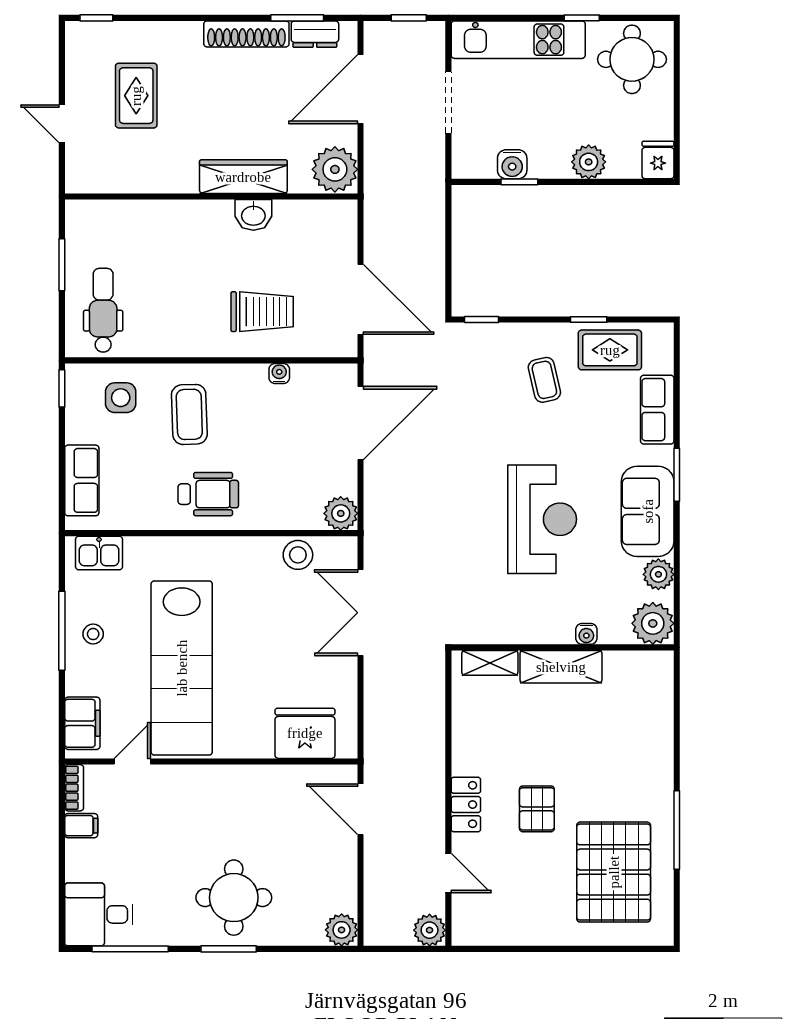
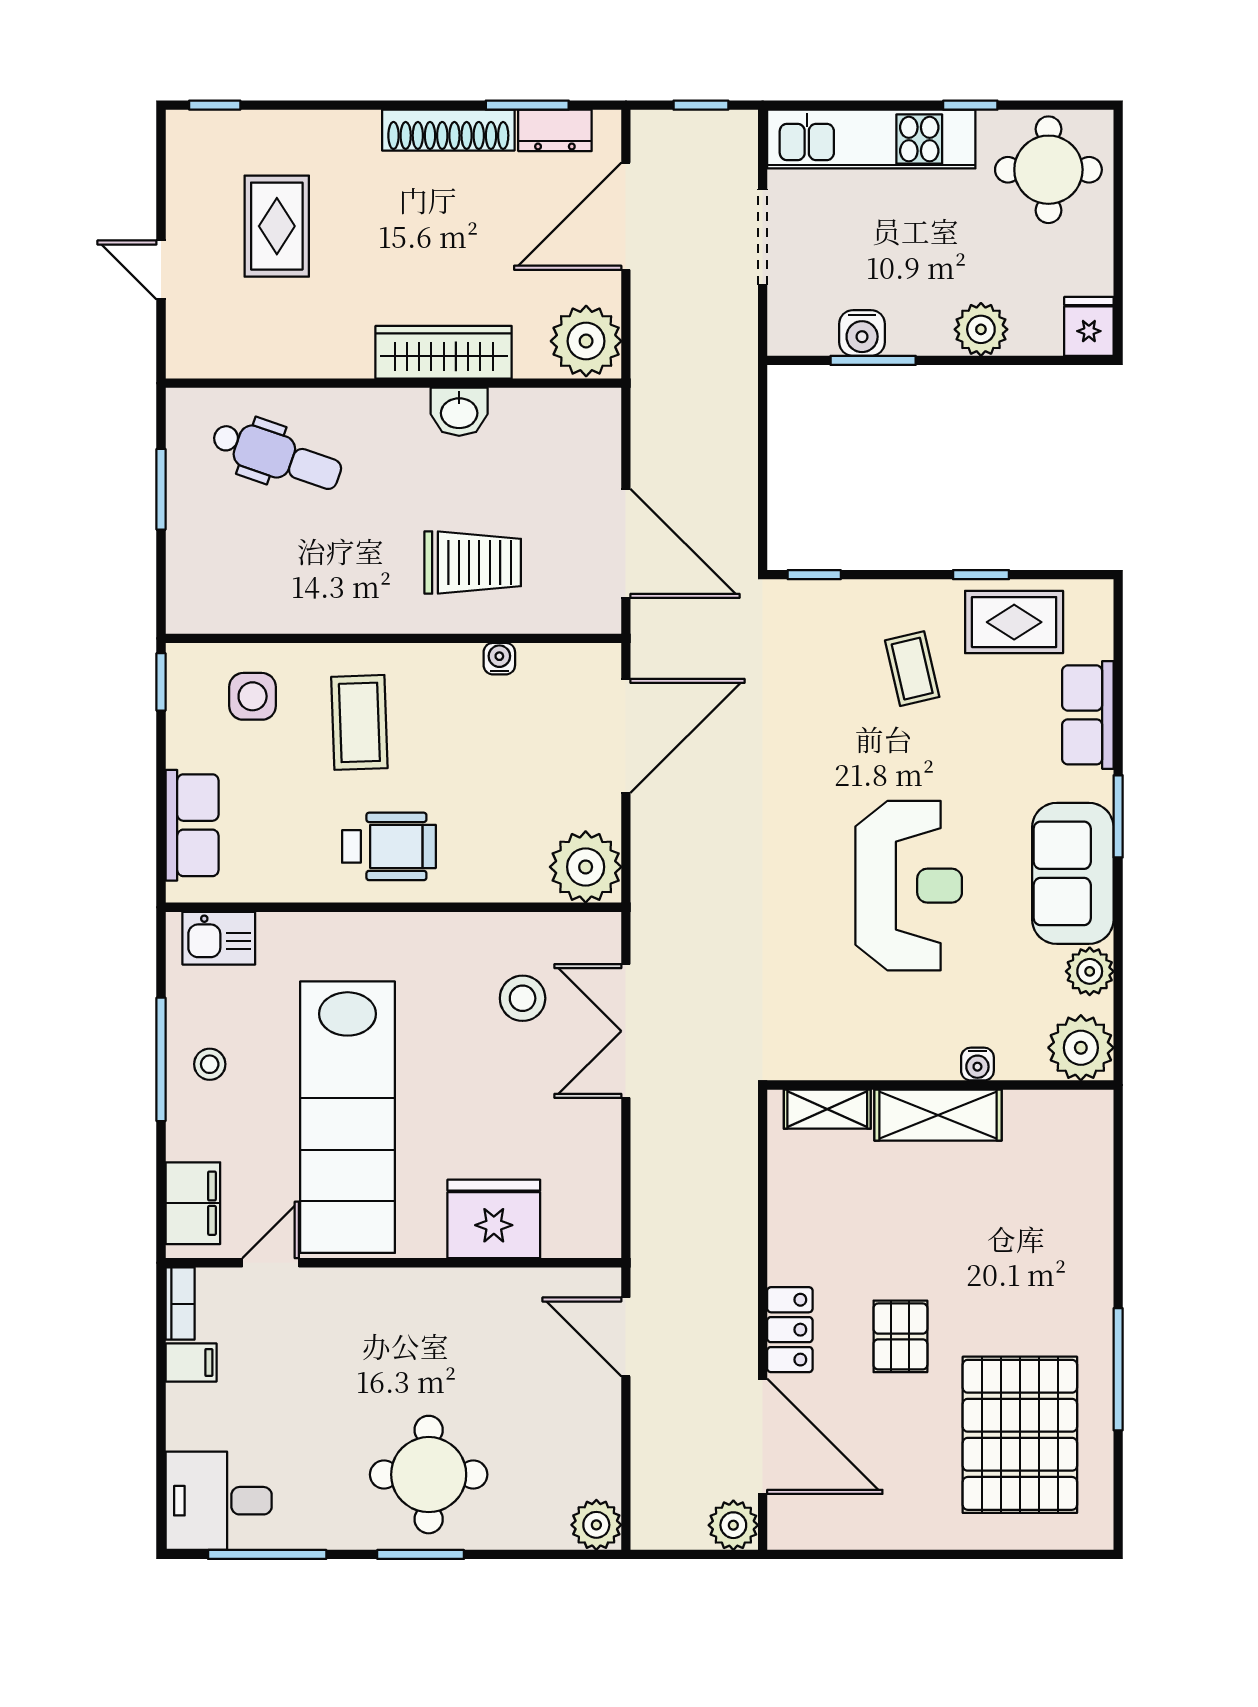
window: (519, 182) -> (873, 360), width x1.50
dental chair: (103, 310) -> (277, 456), moved, turned 109
plant: (341, 513) -> (586, 867), width x1.36, depth x1.36
stool: (298, 555) -> (523, 998), moved
fridge: (305, 733) -> (494, 1219), moved
door: (448, 873) -> (763, 1436), width x1.87

